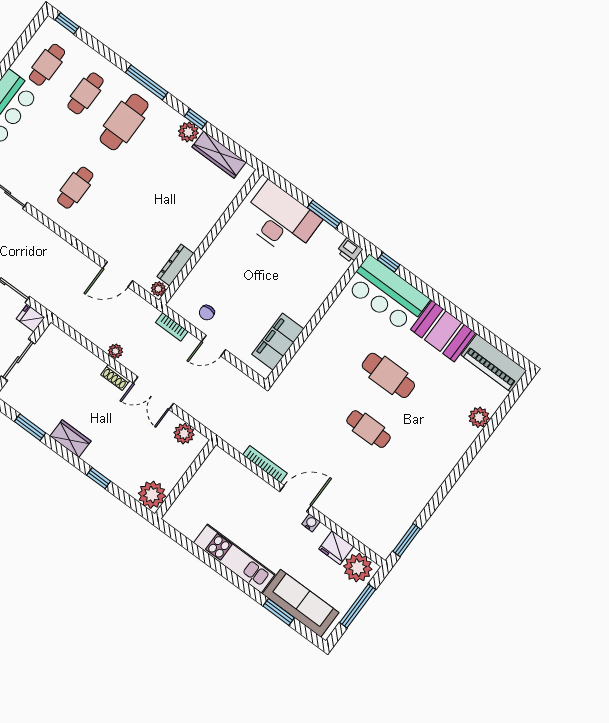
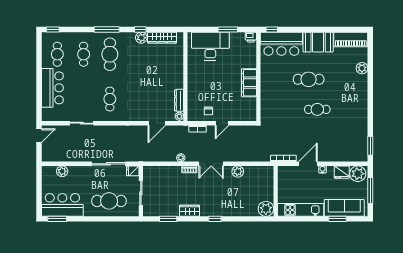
filing cabinet: (278, 342) -> (249, 83), moved
wall: (185, 479) -> (276, 191), moved
plant: (152, 495) -> (266, 209), moved

